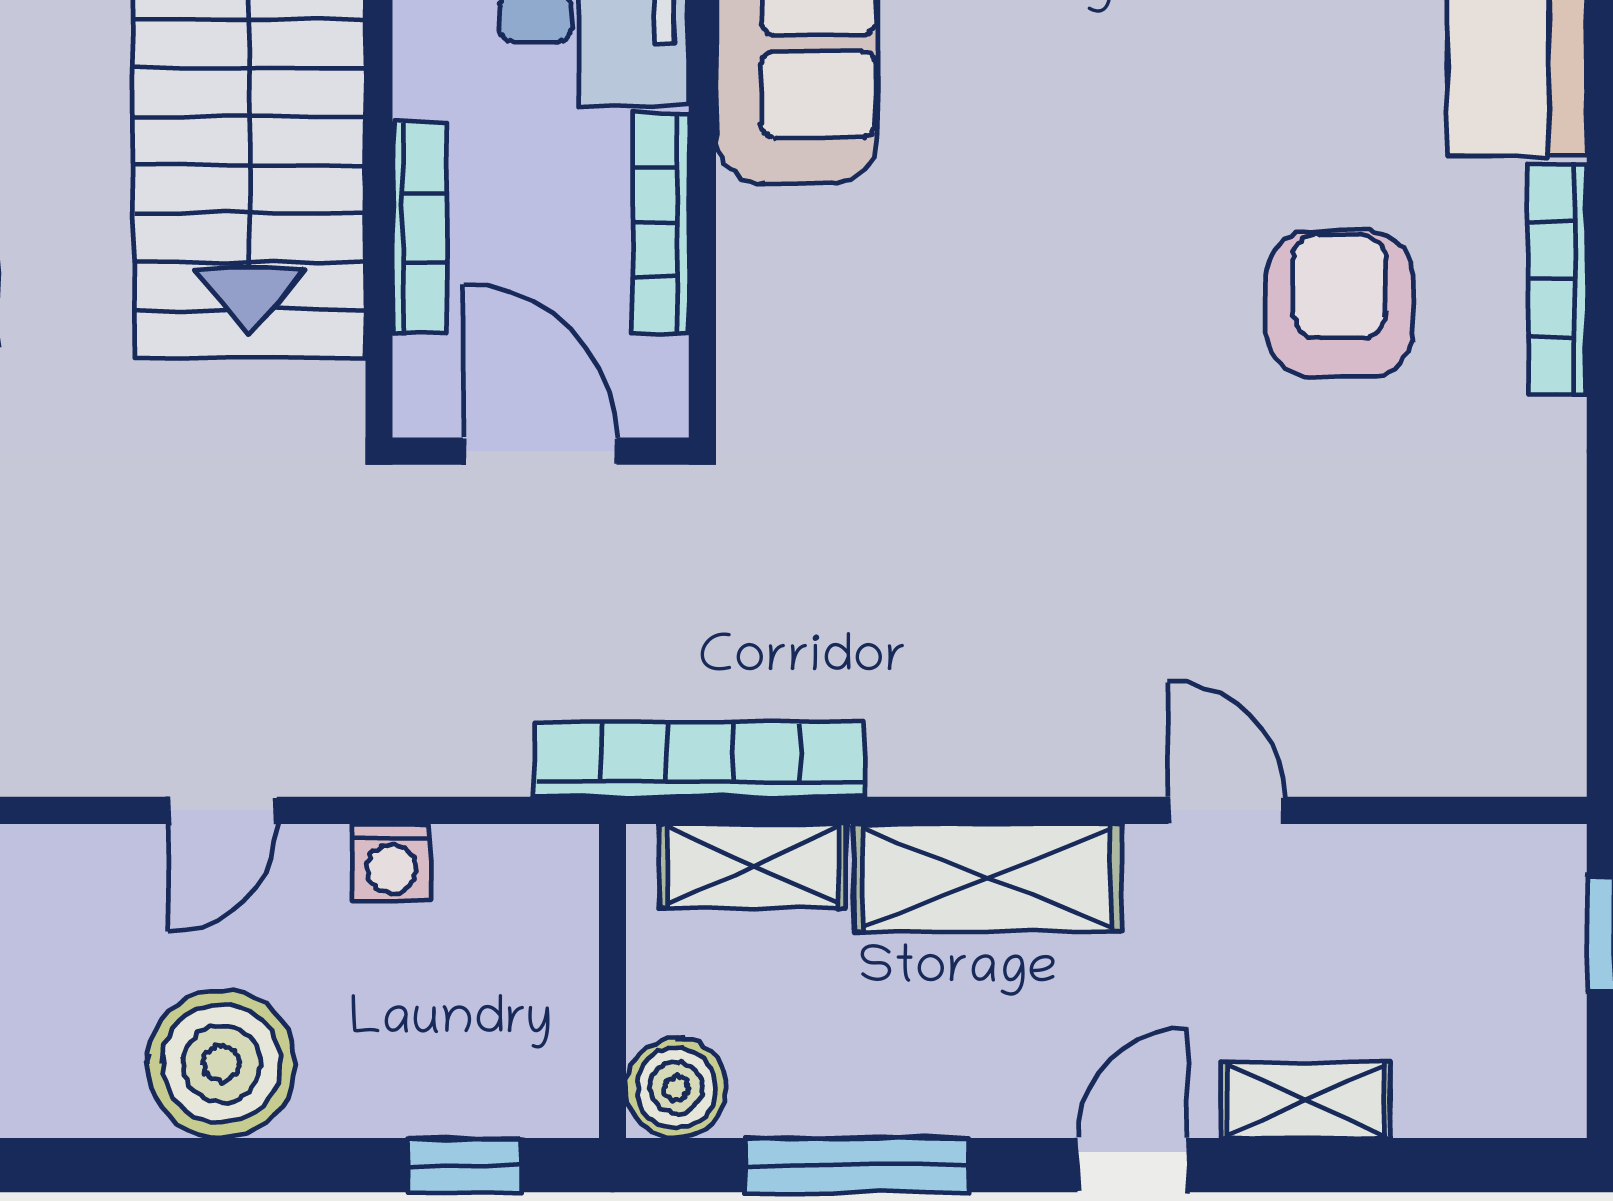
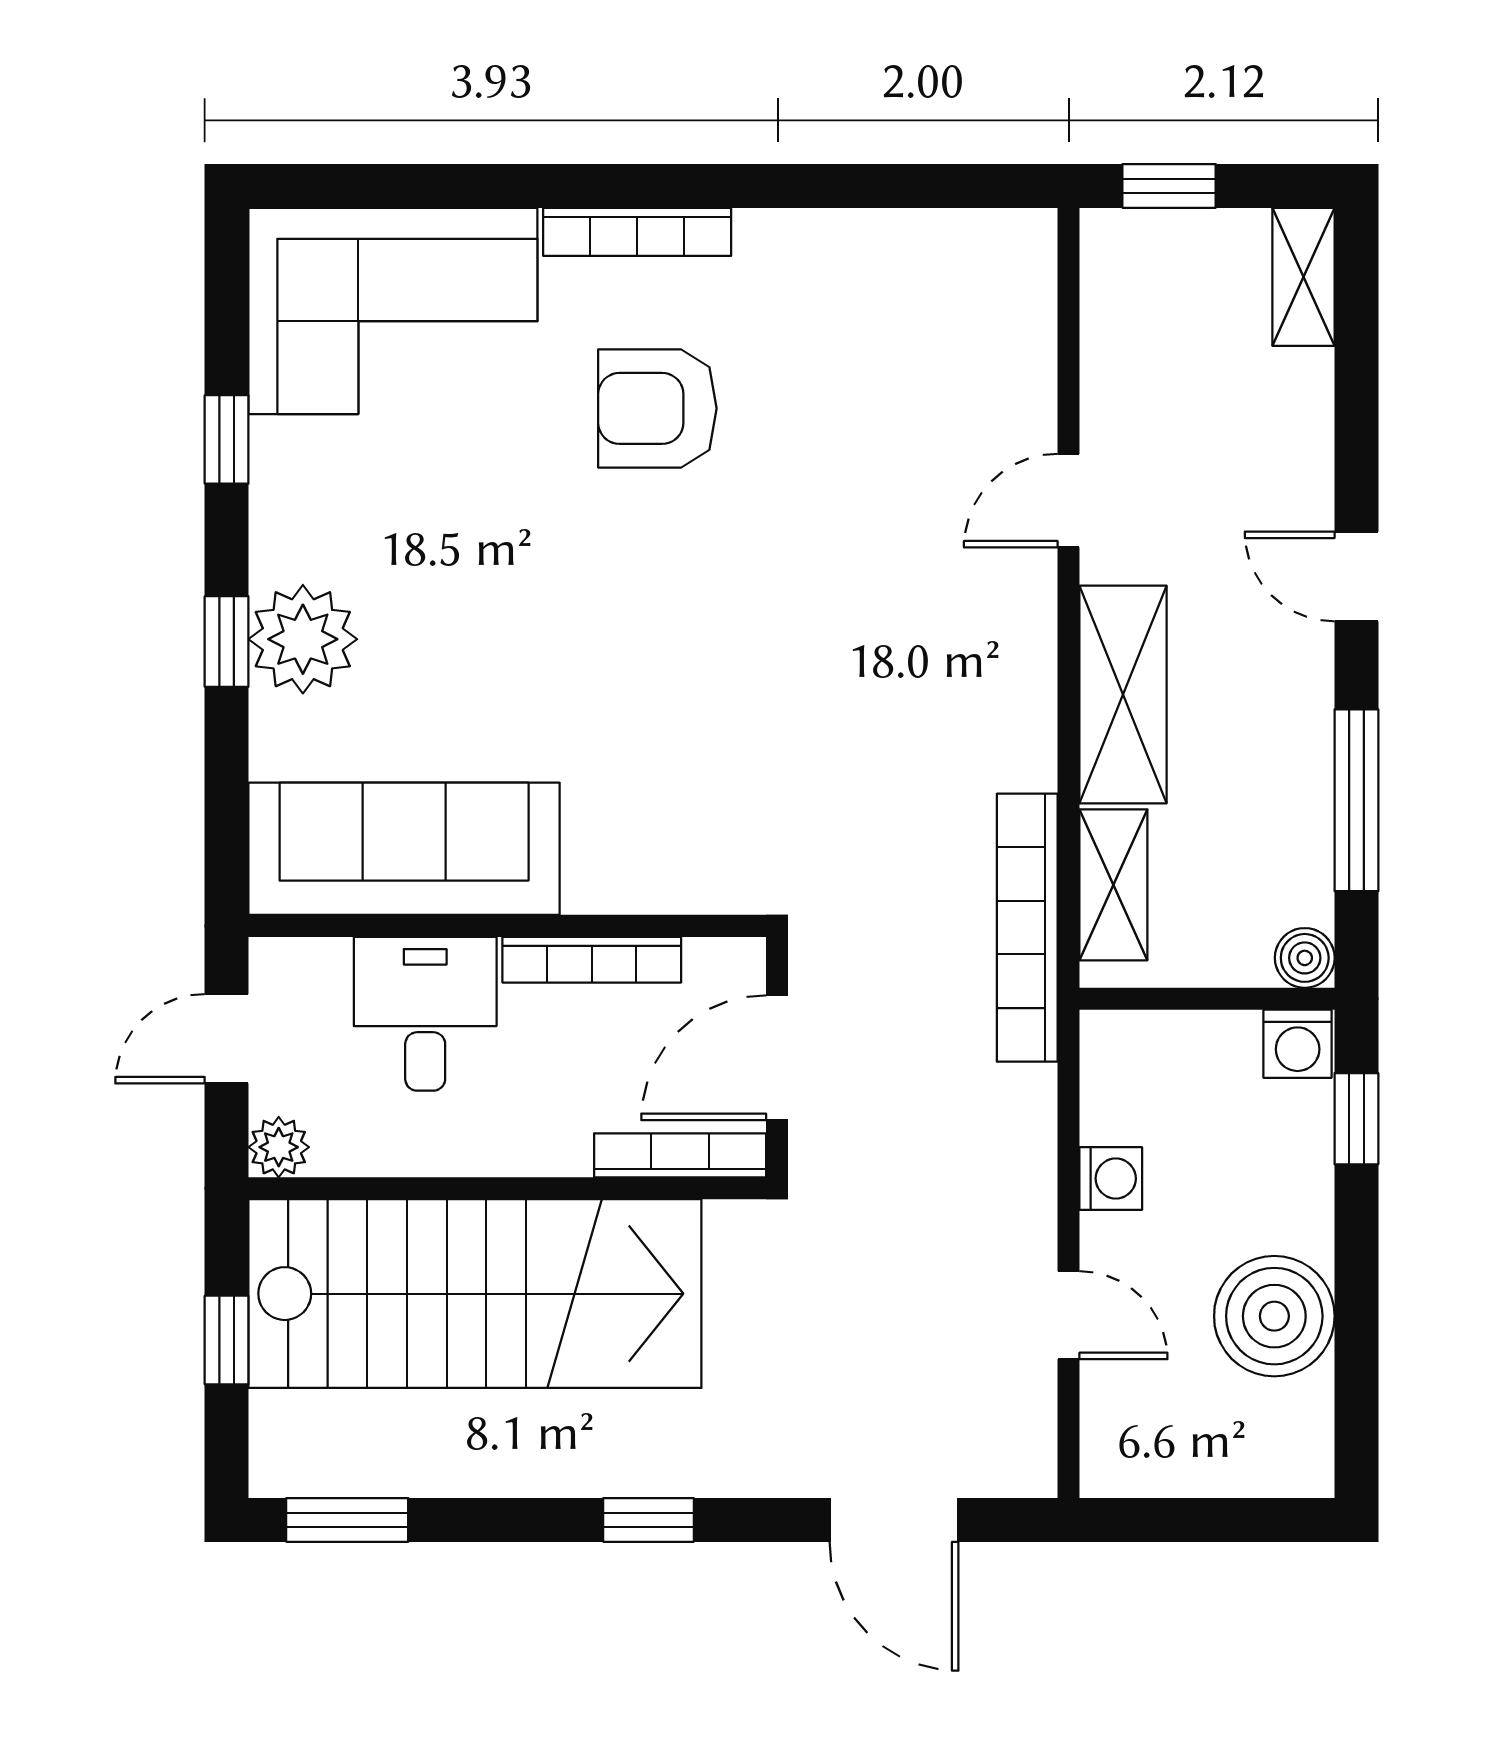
bookcase: (420, 227) -> (680, 1155), moved
boiler: (676, 1088) -> (1305, 958), width x0.73, depth x0.73
washing machine: (557, 1093) -> (1298, 1044), added
shelving: (1305, 1100) -> (1304, 277), moved

